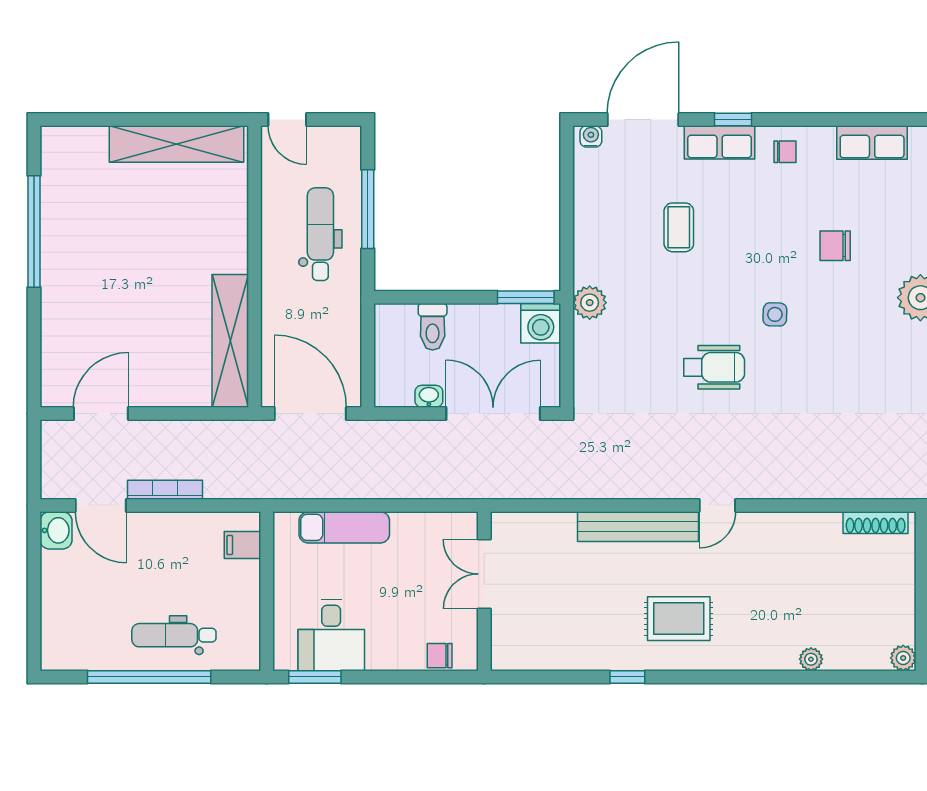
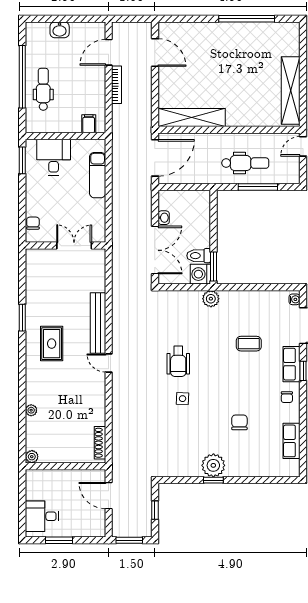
side table: (775, 314) -> (183, 399), moved
toilet: (433, 327) -> (199, 256), moved
washbasin: (56, 530) -> (60, 30), moved
desk: (331, 635) -> (54, 157), moved, turned 90
window: (627, 677) -> (22, 318), width x1.50

